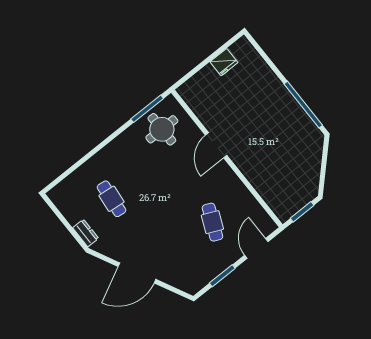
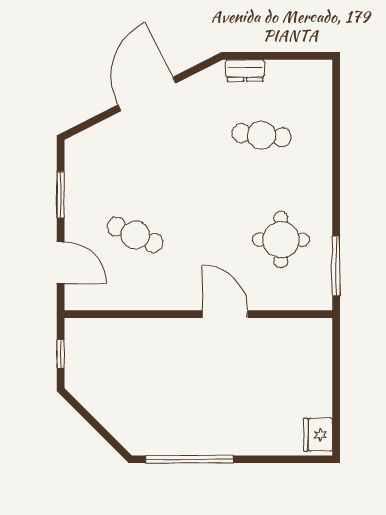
fridge: (224, 62) -> (318, 435), moved
round table: (162, 129) -> (281, 240), moved
window: (302, 212) -> (61, 354), width x0.67

